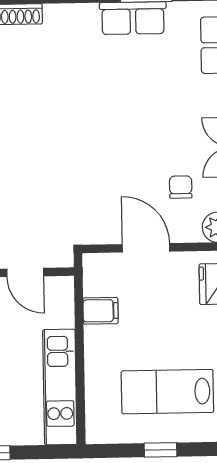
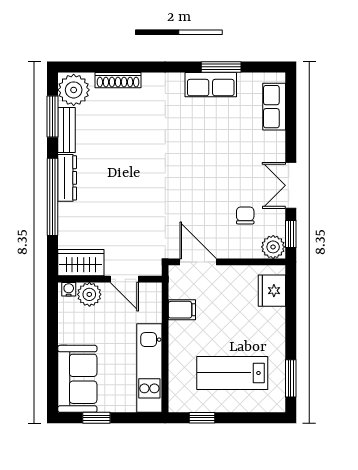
door: (146, 248) -> (198, 262), moved
window: (161, 450) -> (202, 418), moved

